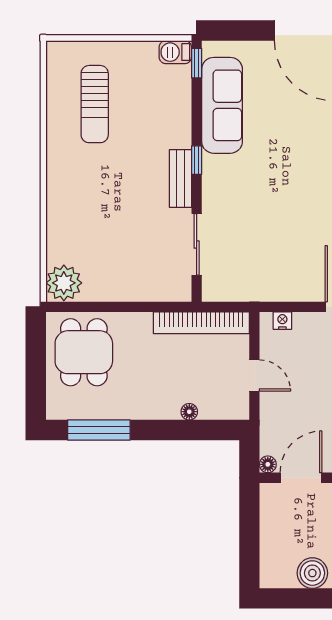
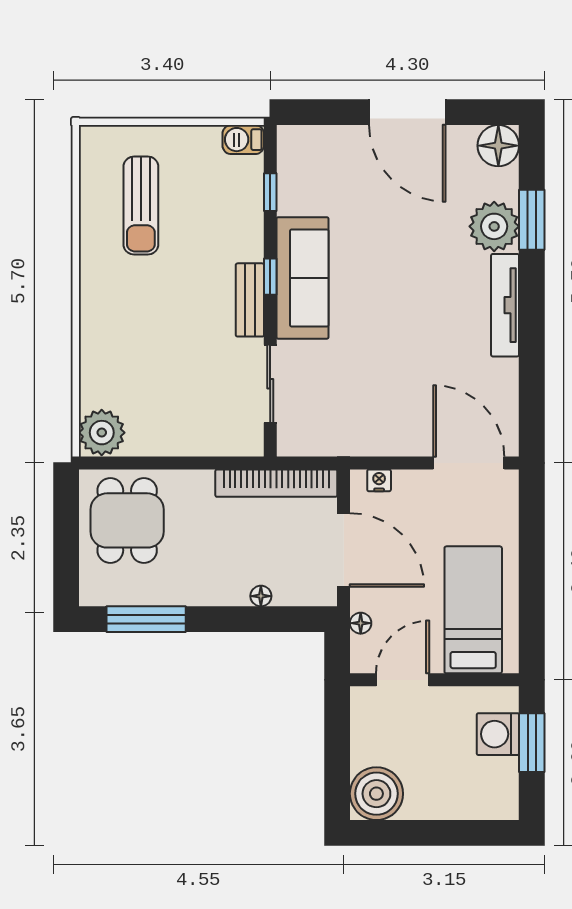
window: (197, 63) -> (270, 192), moved
sofa: (222, 105) -> (302, 278), moved
door: (254, 375) -> (344, 550), width x1.87
floor lamp: (268, 464) -> (361, 623), moved
boiler: (312, 573) -> (376, 794), moved, width x1.37, depth x1.37

